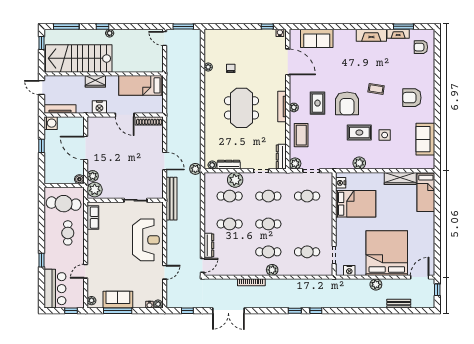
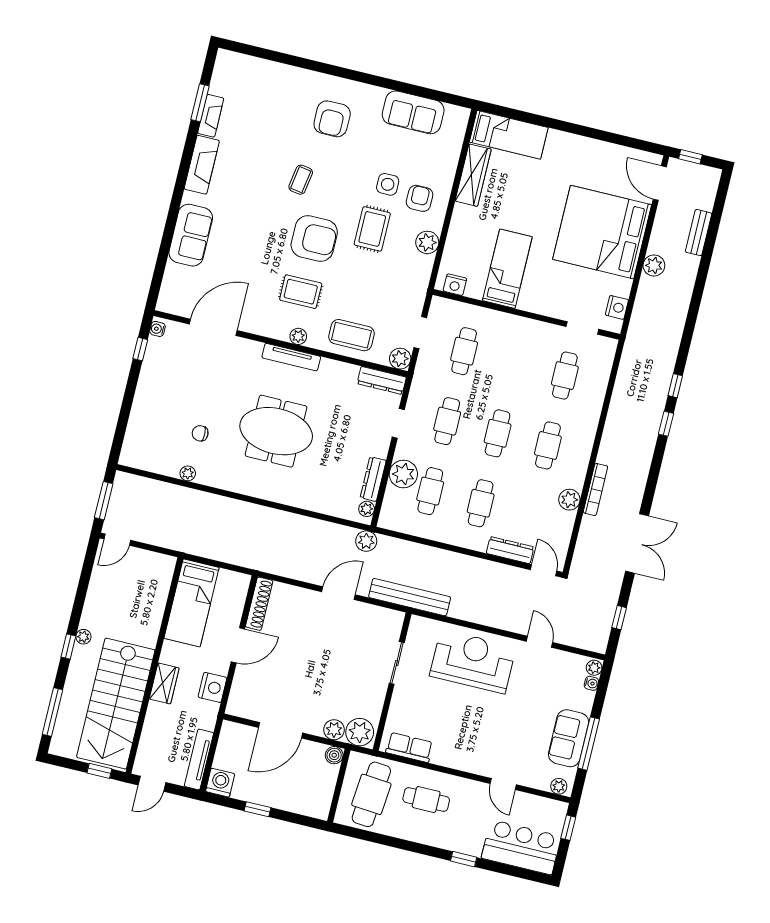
sofa: (317, 38) -> (191, 235), moved
window: (41, 43) -> (99, 771), moved
armchair: (421, 47) -> (420, 198), moved, turned 180
bed: (356, 204) -> (507, 269), width x0.67
plant: (272, 270) -> (569, 500), moved

